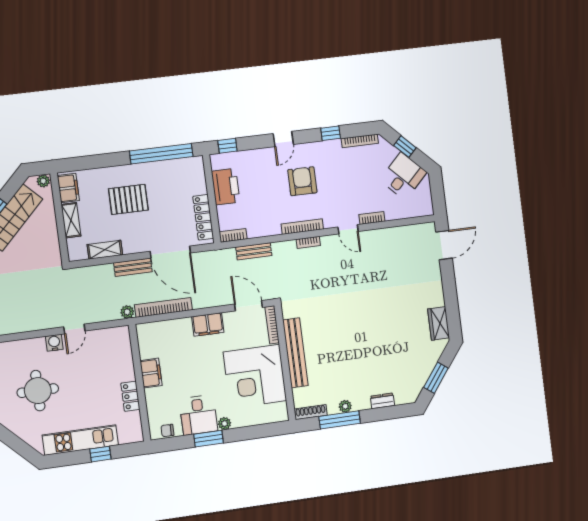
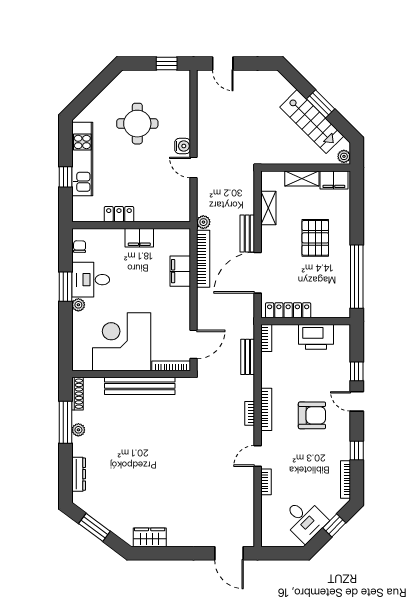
window: (227, 146) -> (357, 371), moved
filing cabinet: (208, 324) -> (180, 271), moved
dresser: (382, 401) -> (79, 474), width x1.44

